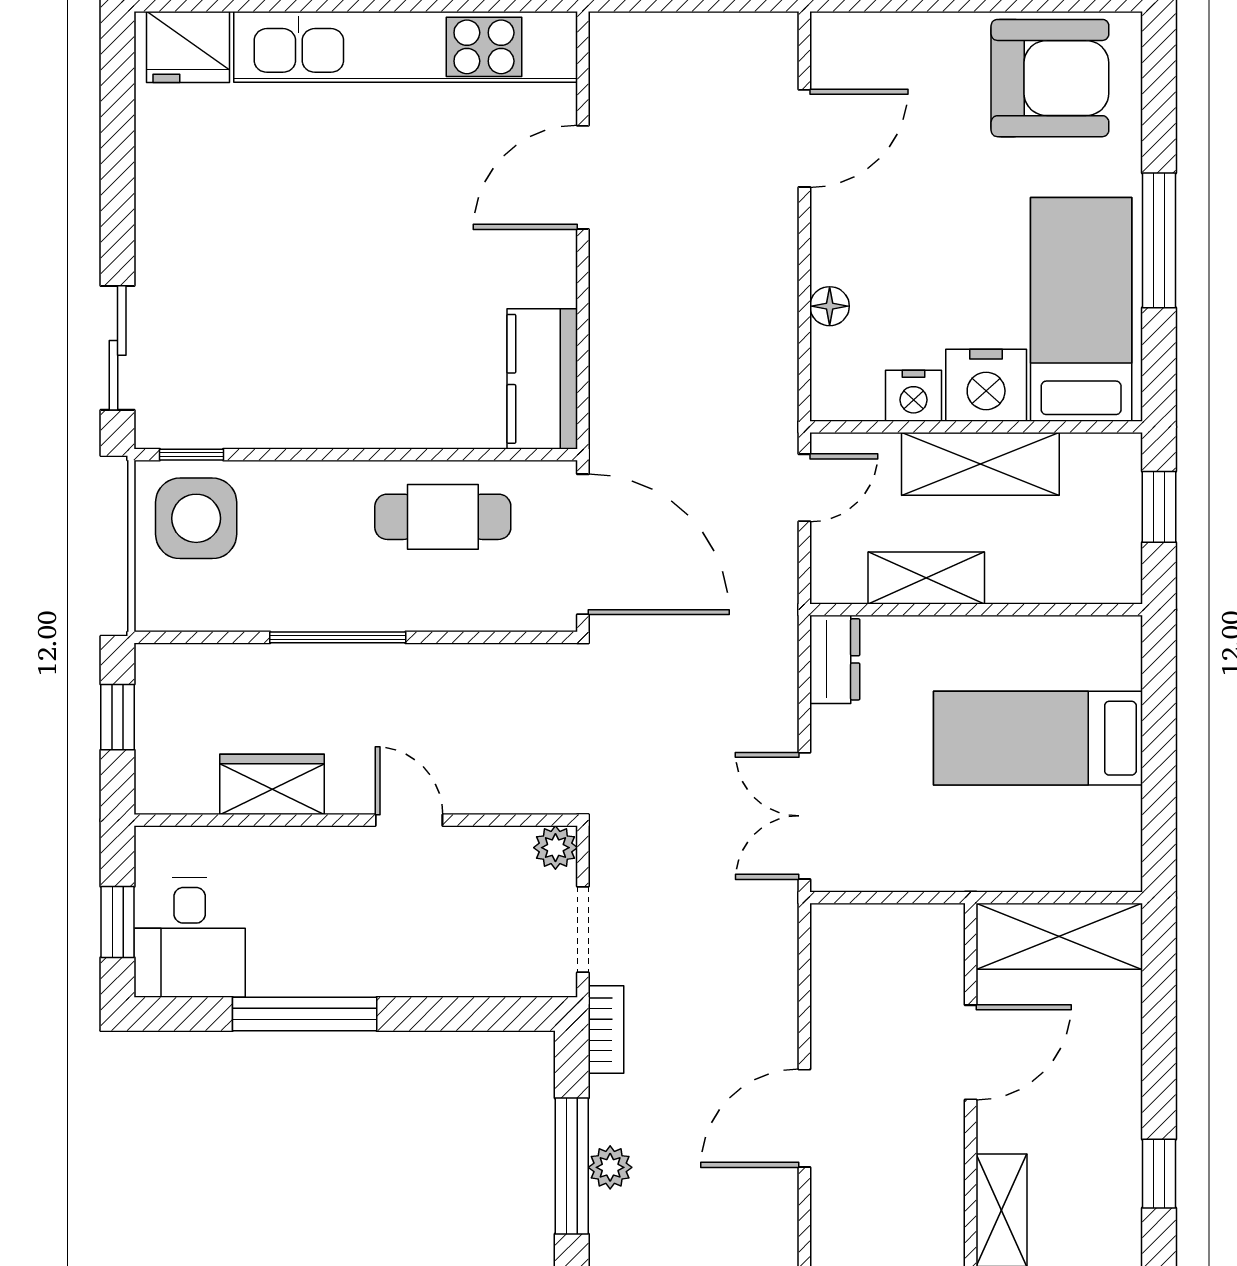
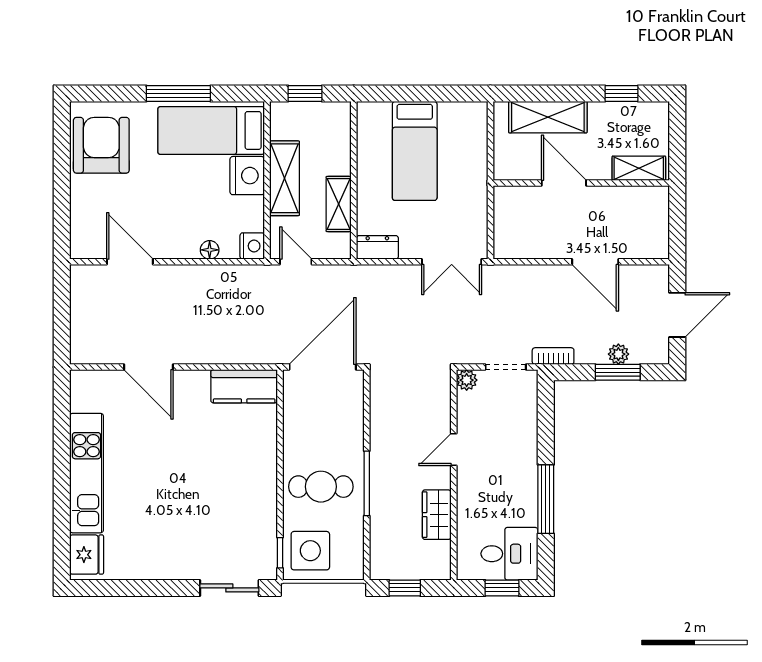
kitchen unit: (405, 47) -> (86, 473), width x0.73
nightstand: (914, 396) -> (252, 246), moved
cafe table: (443, 517) -> (321, 487), moved, turned 90
shelving: (1059, 936) -> (548, 117), moved, turned 90
window: (572, 1166) -> (618, 372), width x0.69

